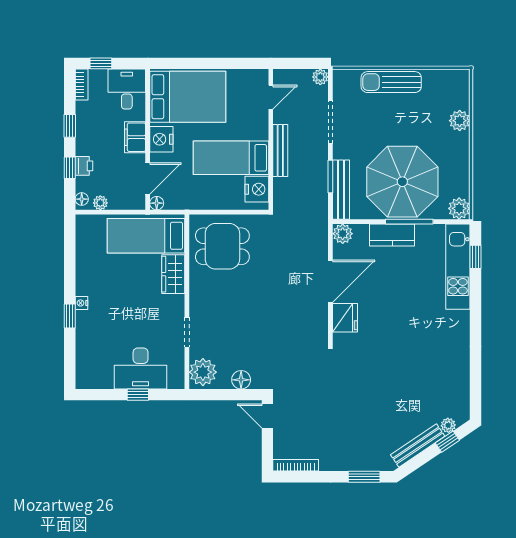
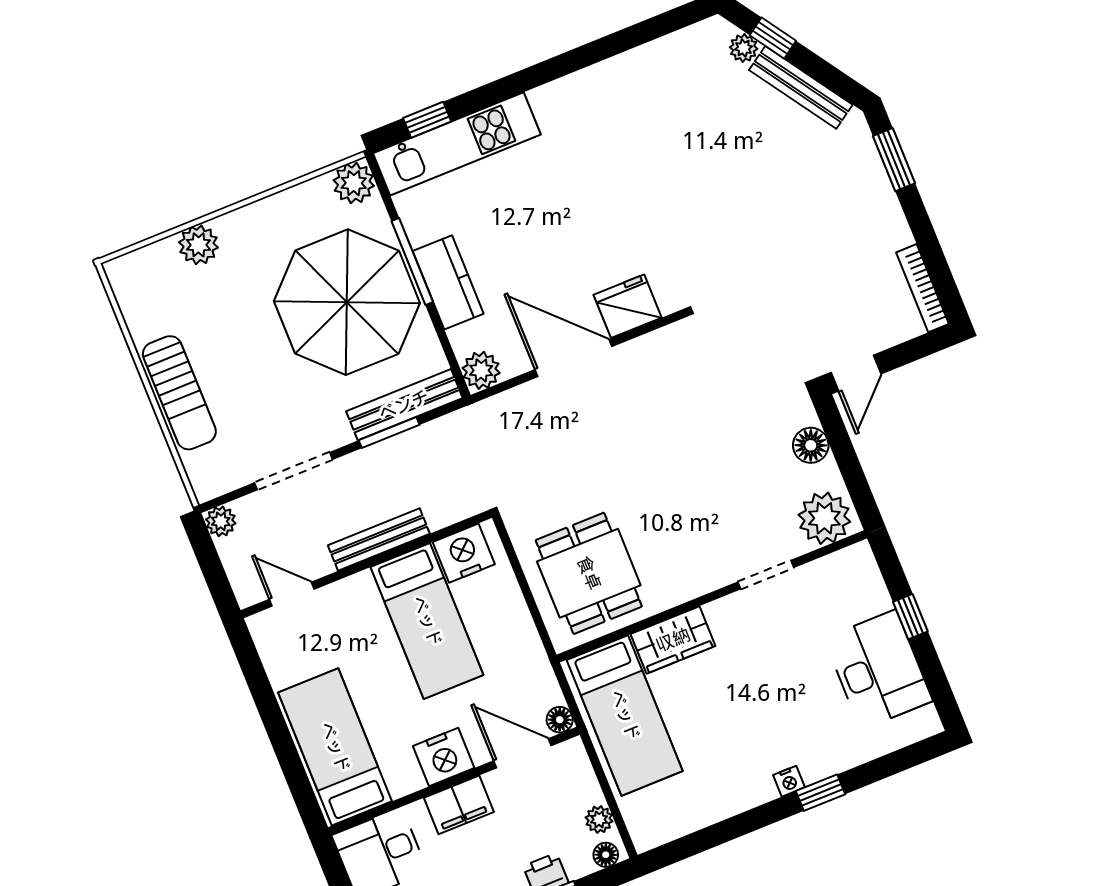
bed: (188, 97) -> (335, 747), width x0.67
desk: (141, 368) -> (878, 670), moved

